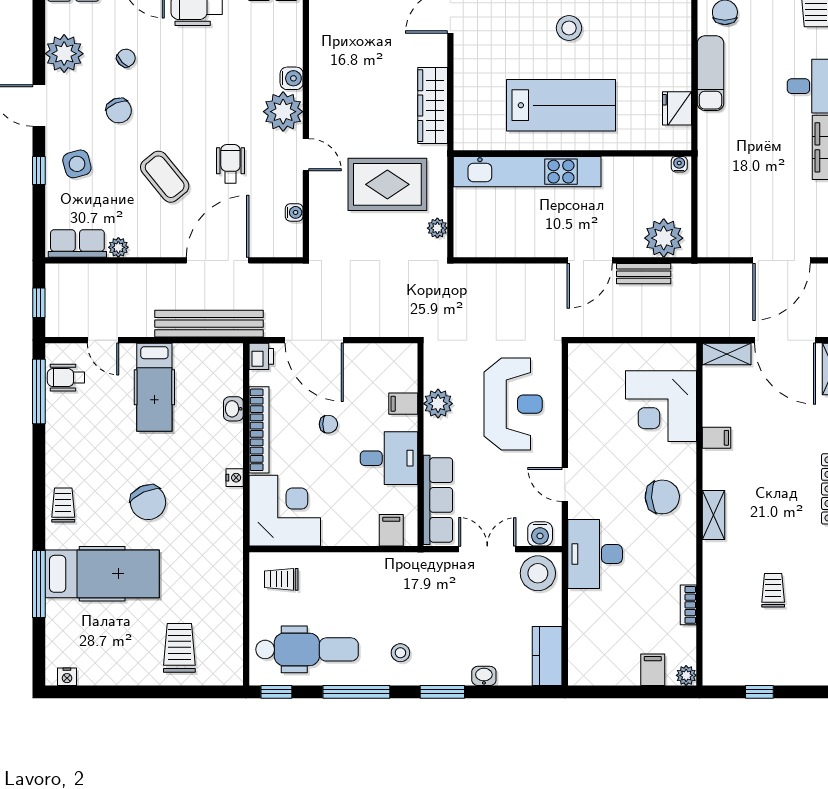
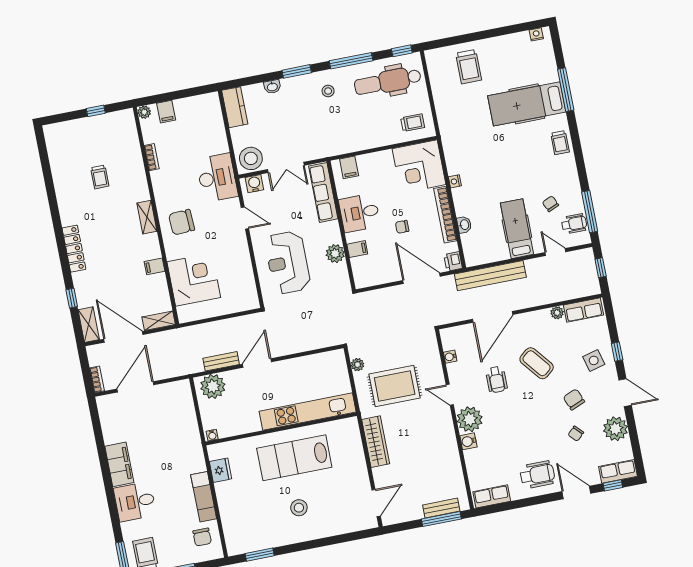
chair: (148, 502) -> (550, 204), moved, width x0.54, depth x0.54

